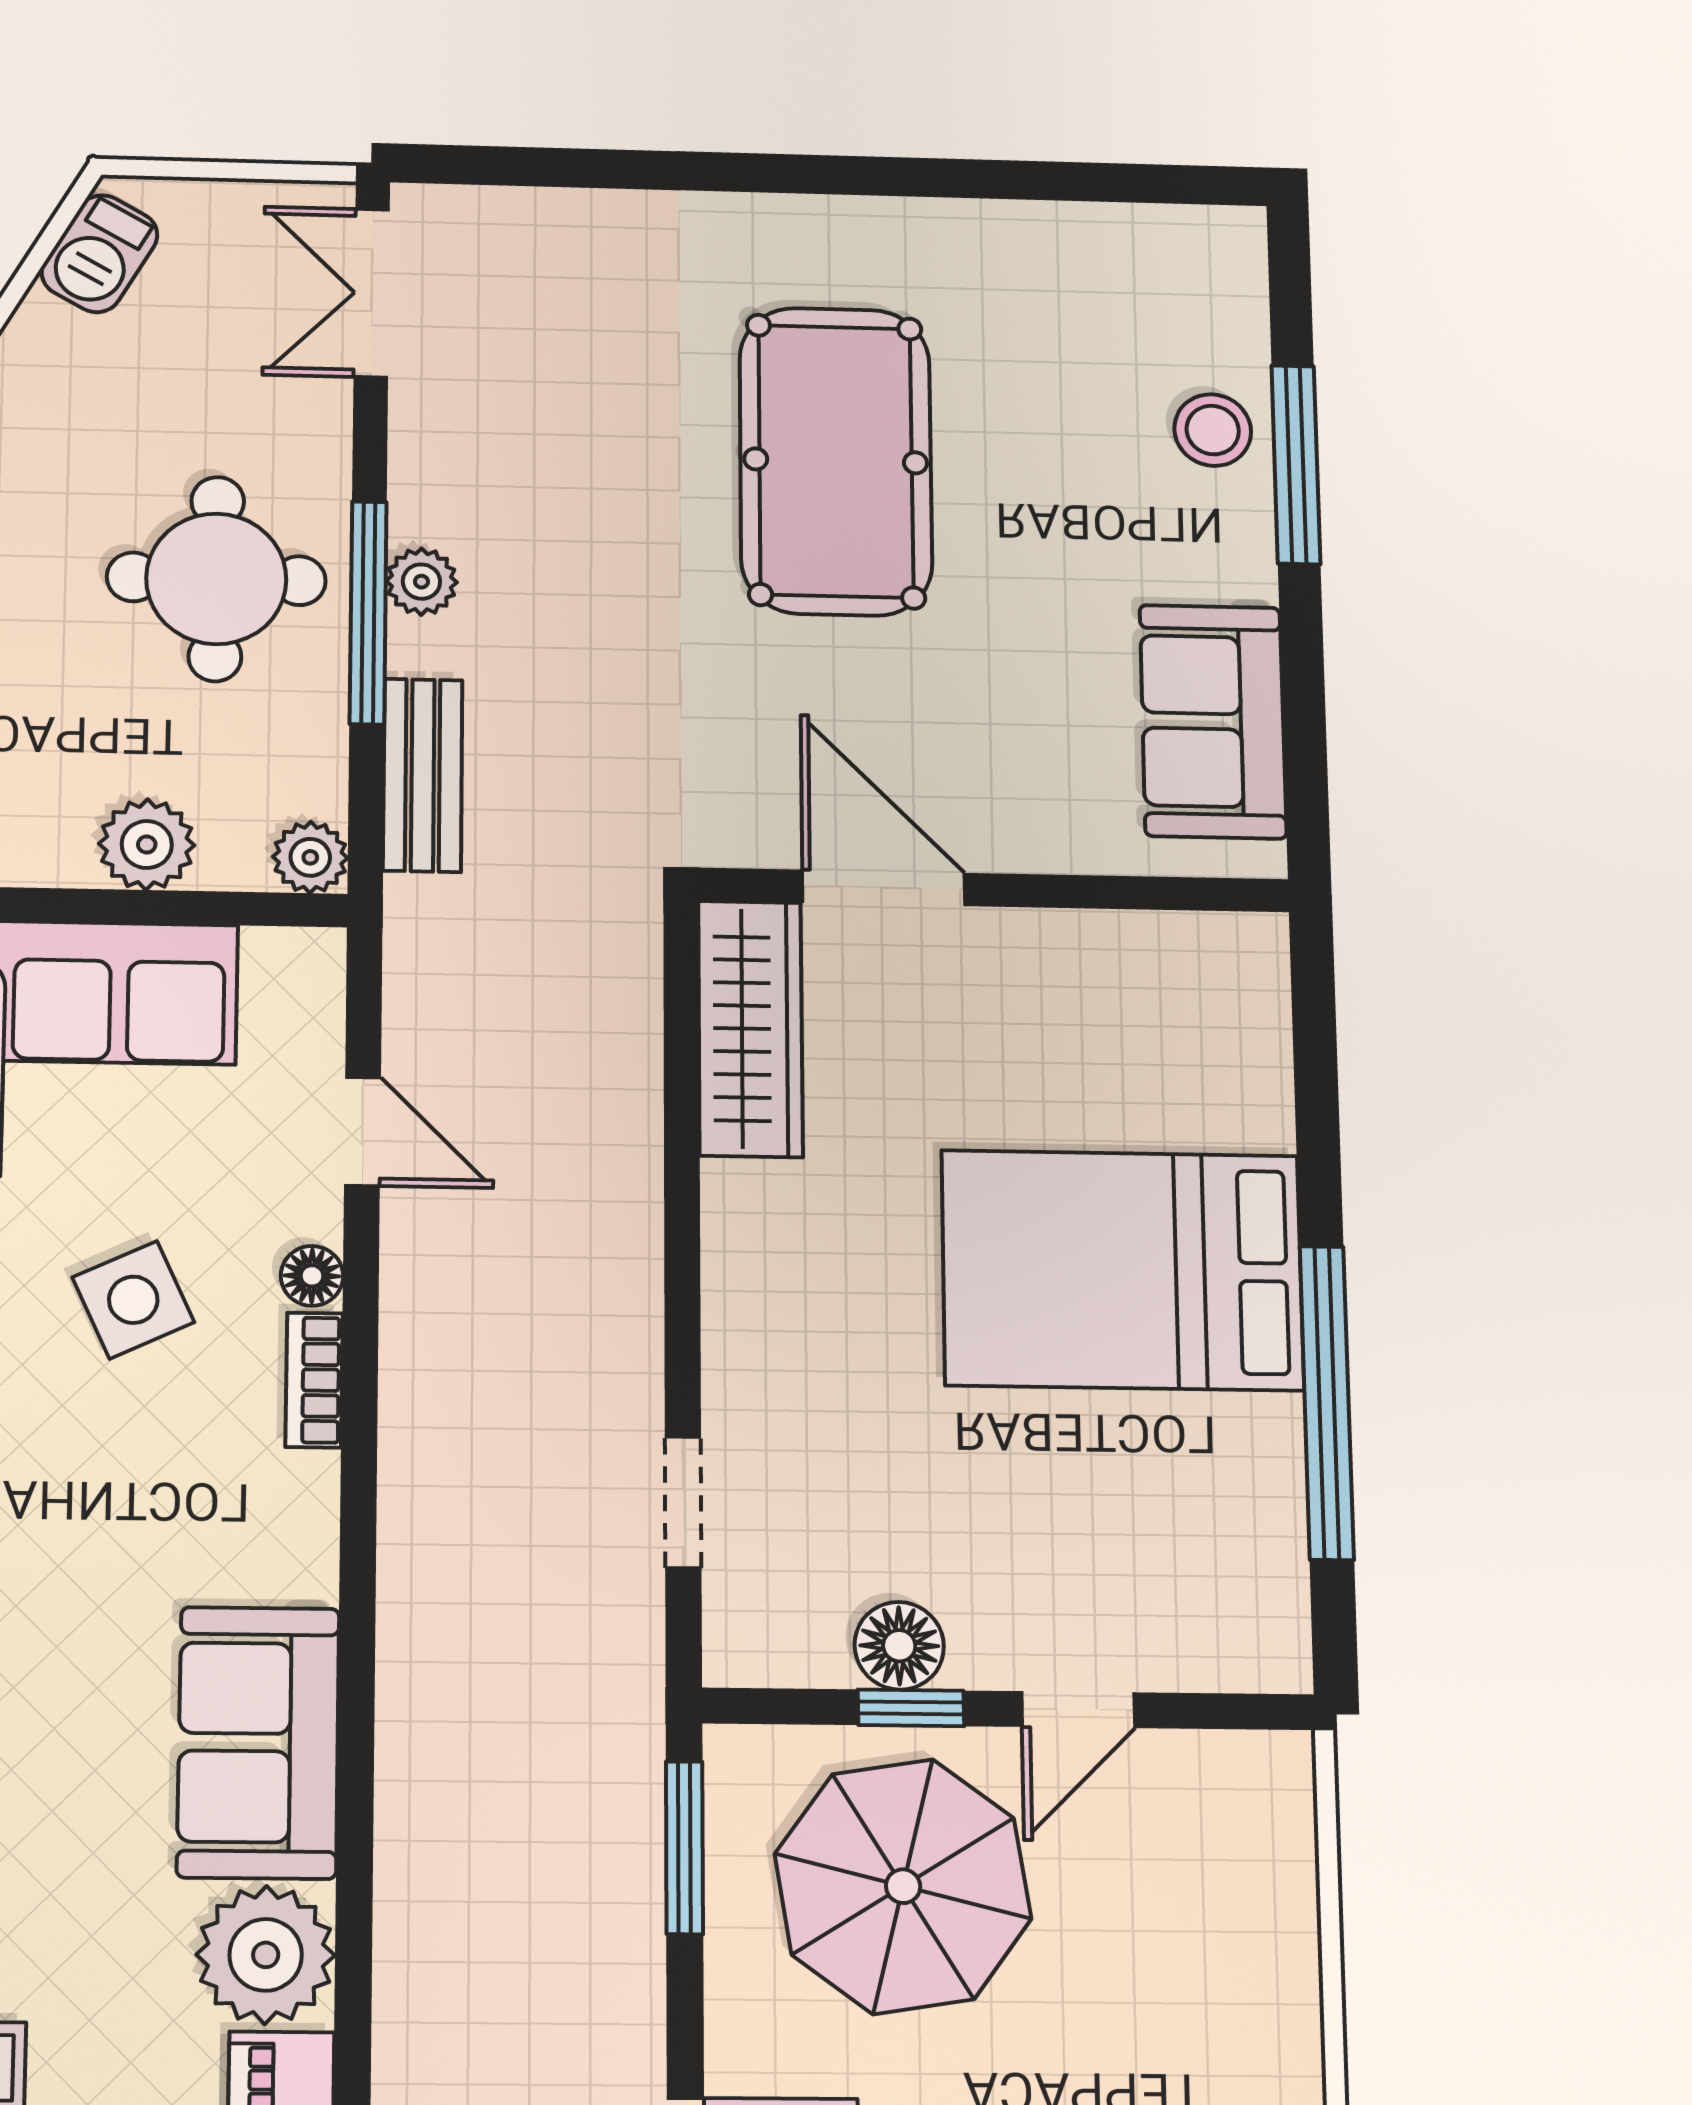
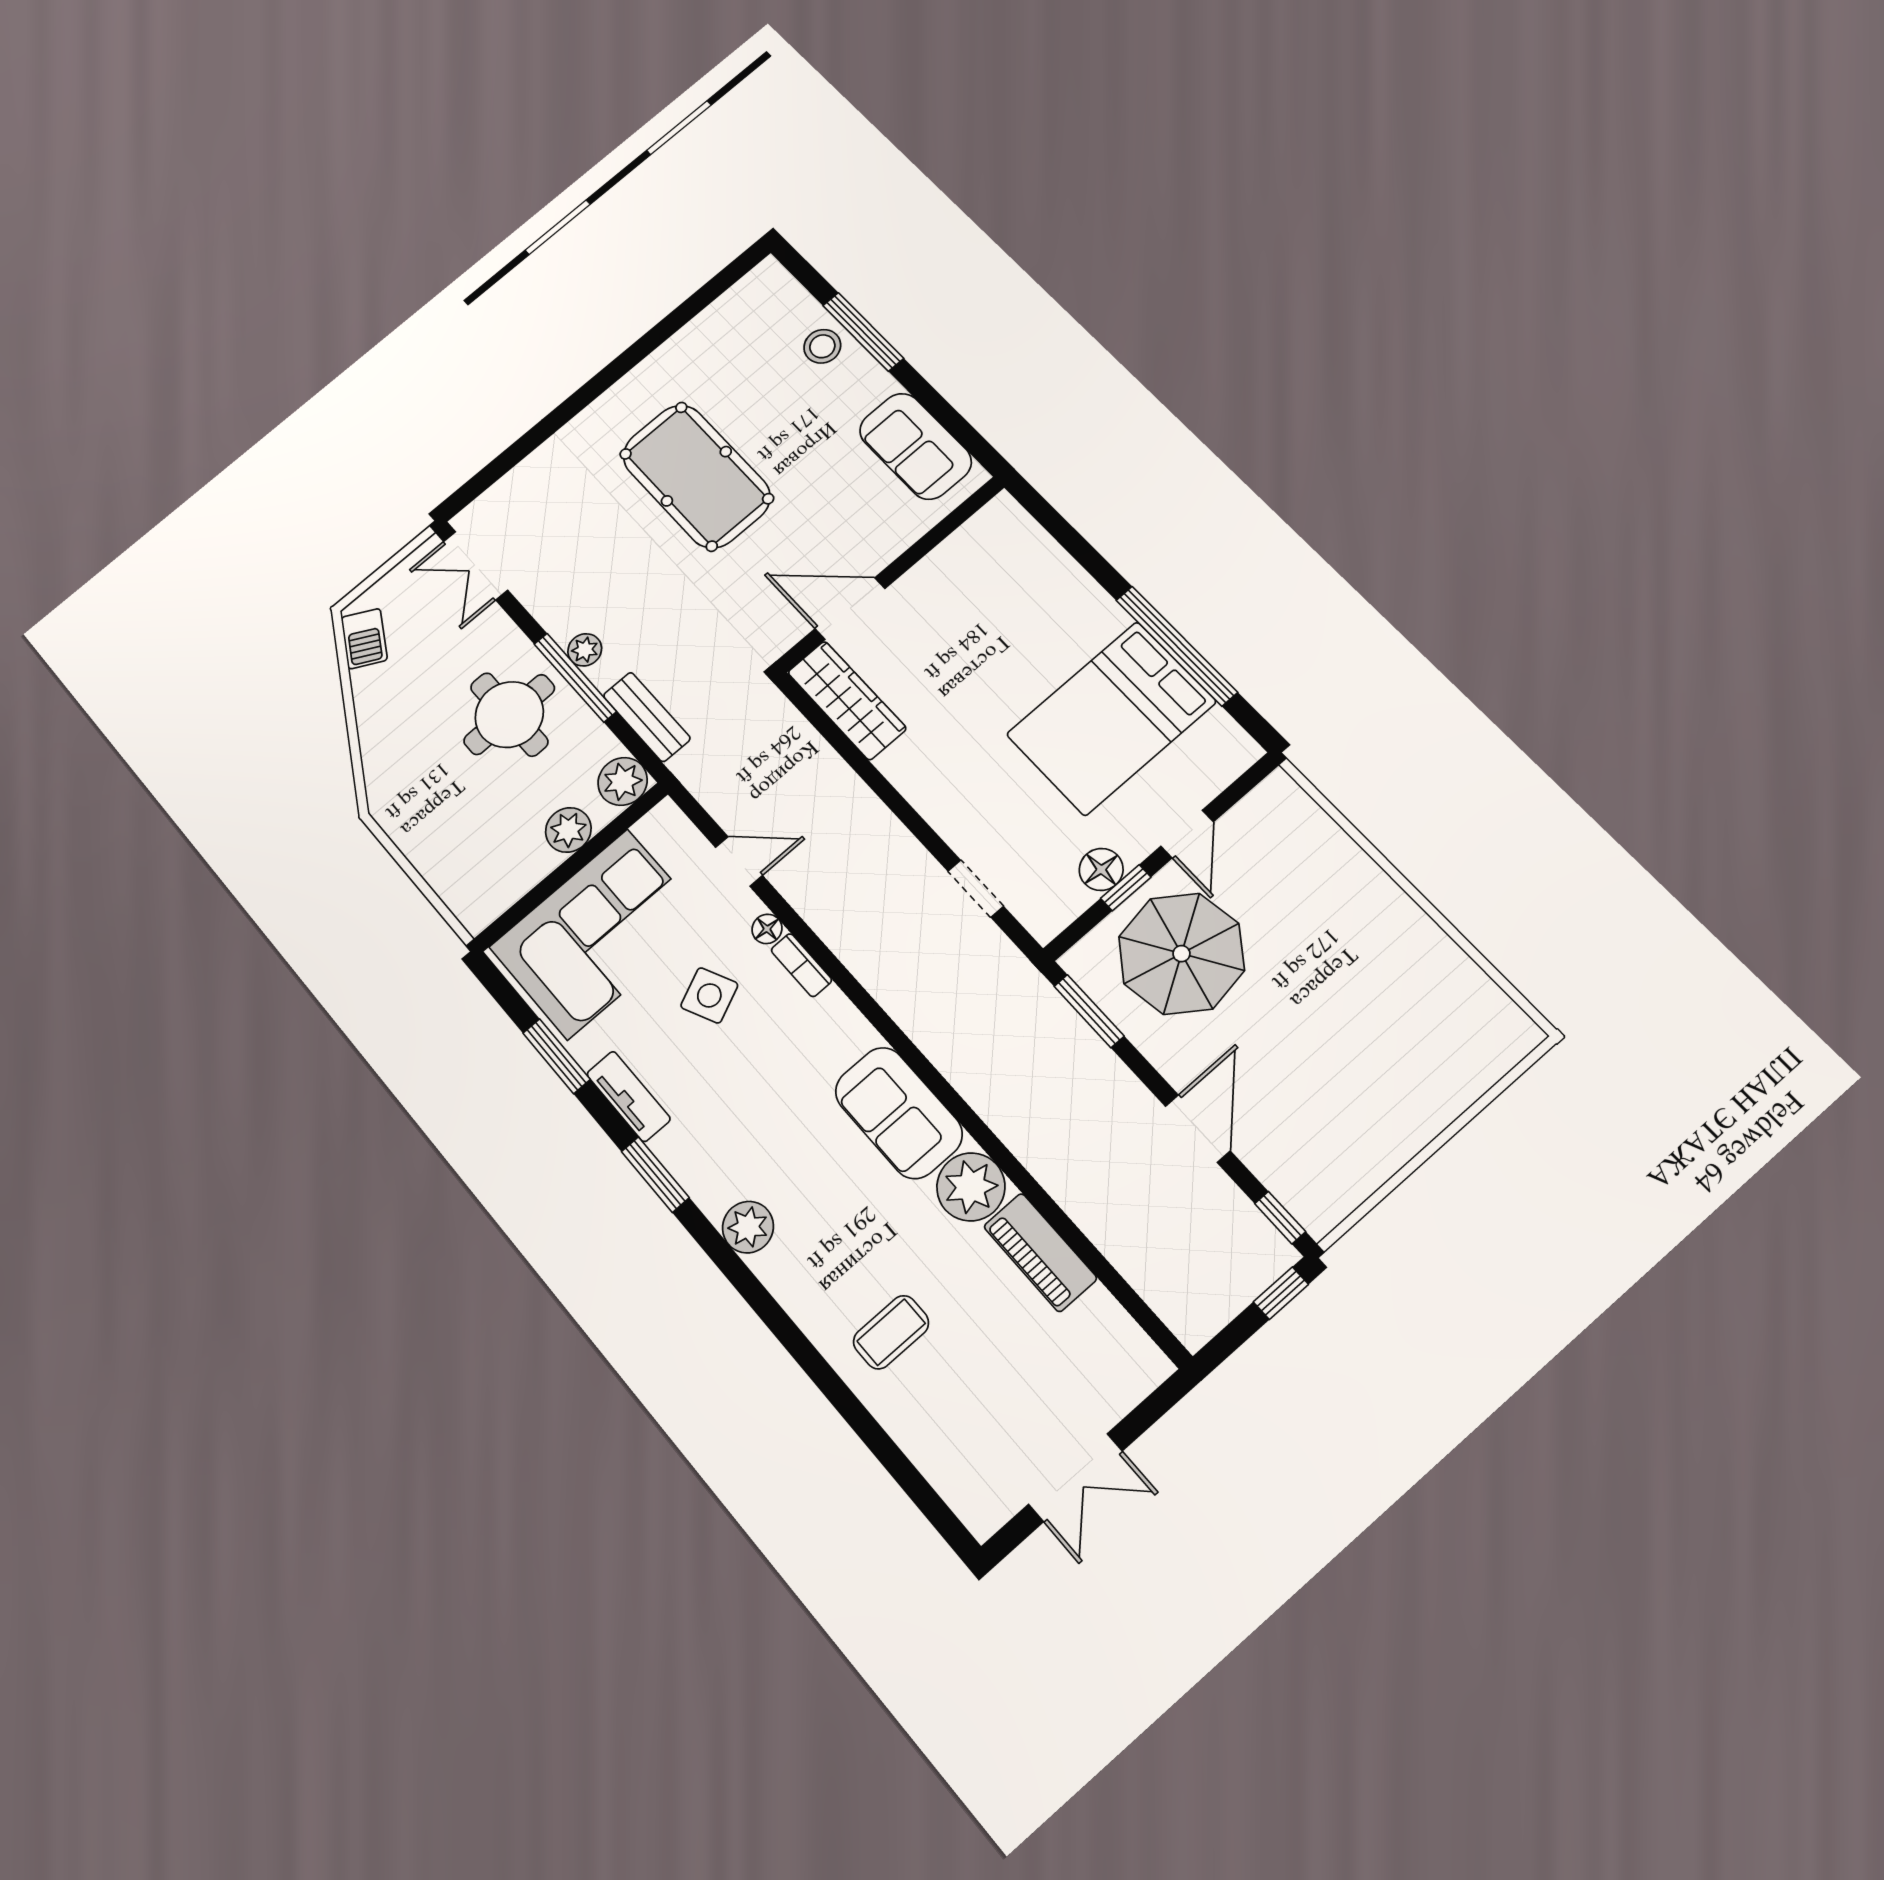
plant: (310, 857) -> (623, 782), width x1.38, depth x1.38
bed: (1122, 1270) -> (1111, 718), moved

